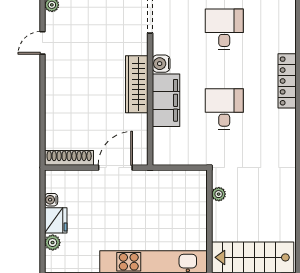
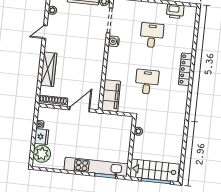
water cooler: (161, 64) -> (114, 41), moved
wardrobe: (137, 84) -> (49, 69), moved, turned 180
filing cabinet: (166, 100) -> (111, 96), moved
plant: (53, 243) -> (42, 154), width x1.88, depth x1.88

